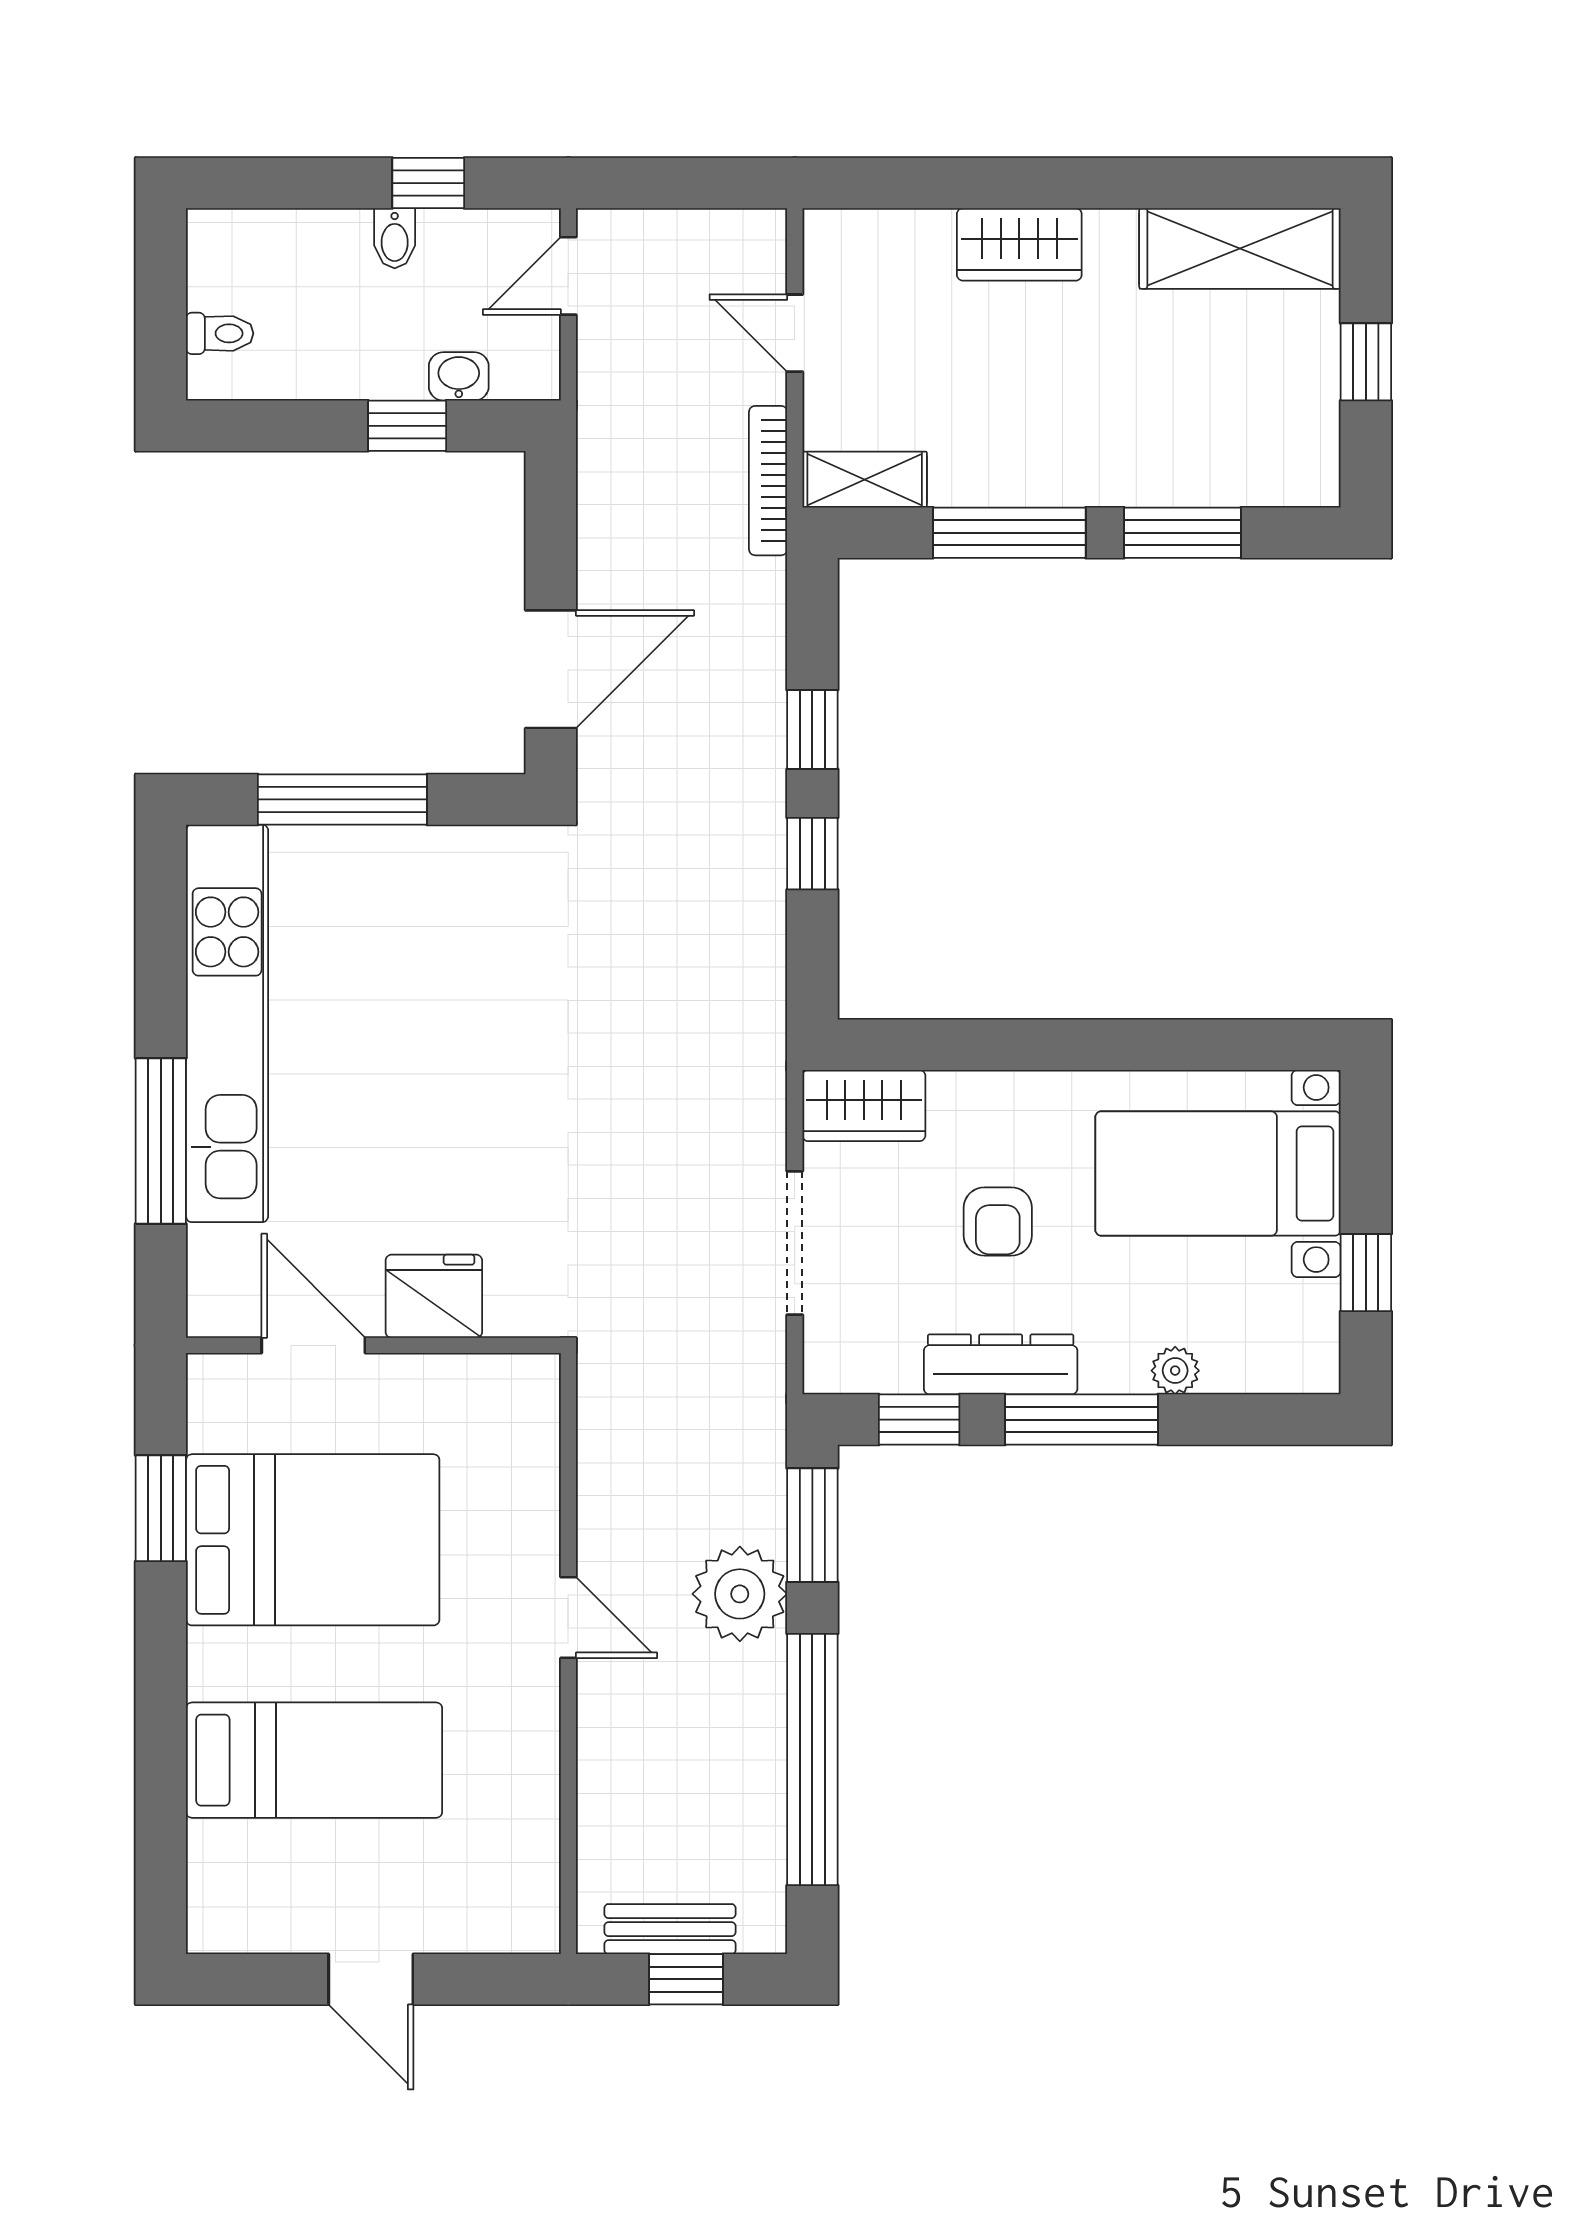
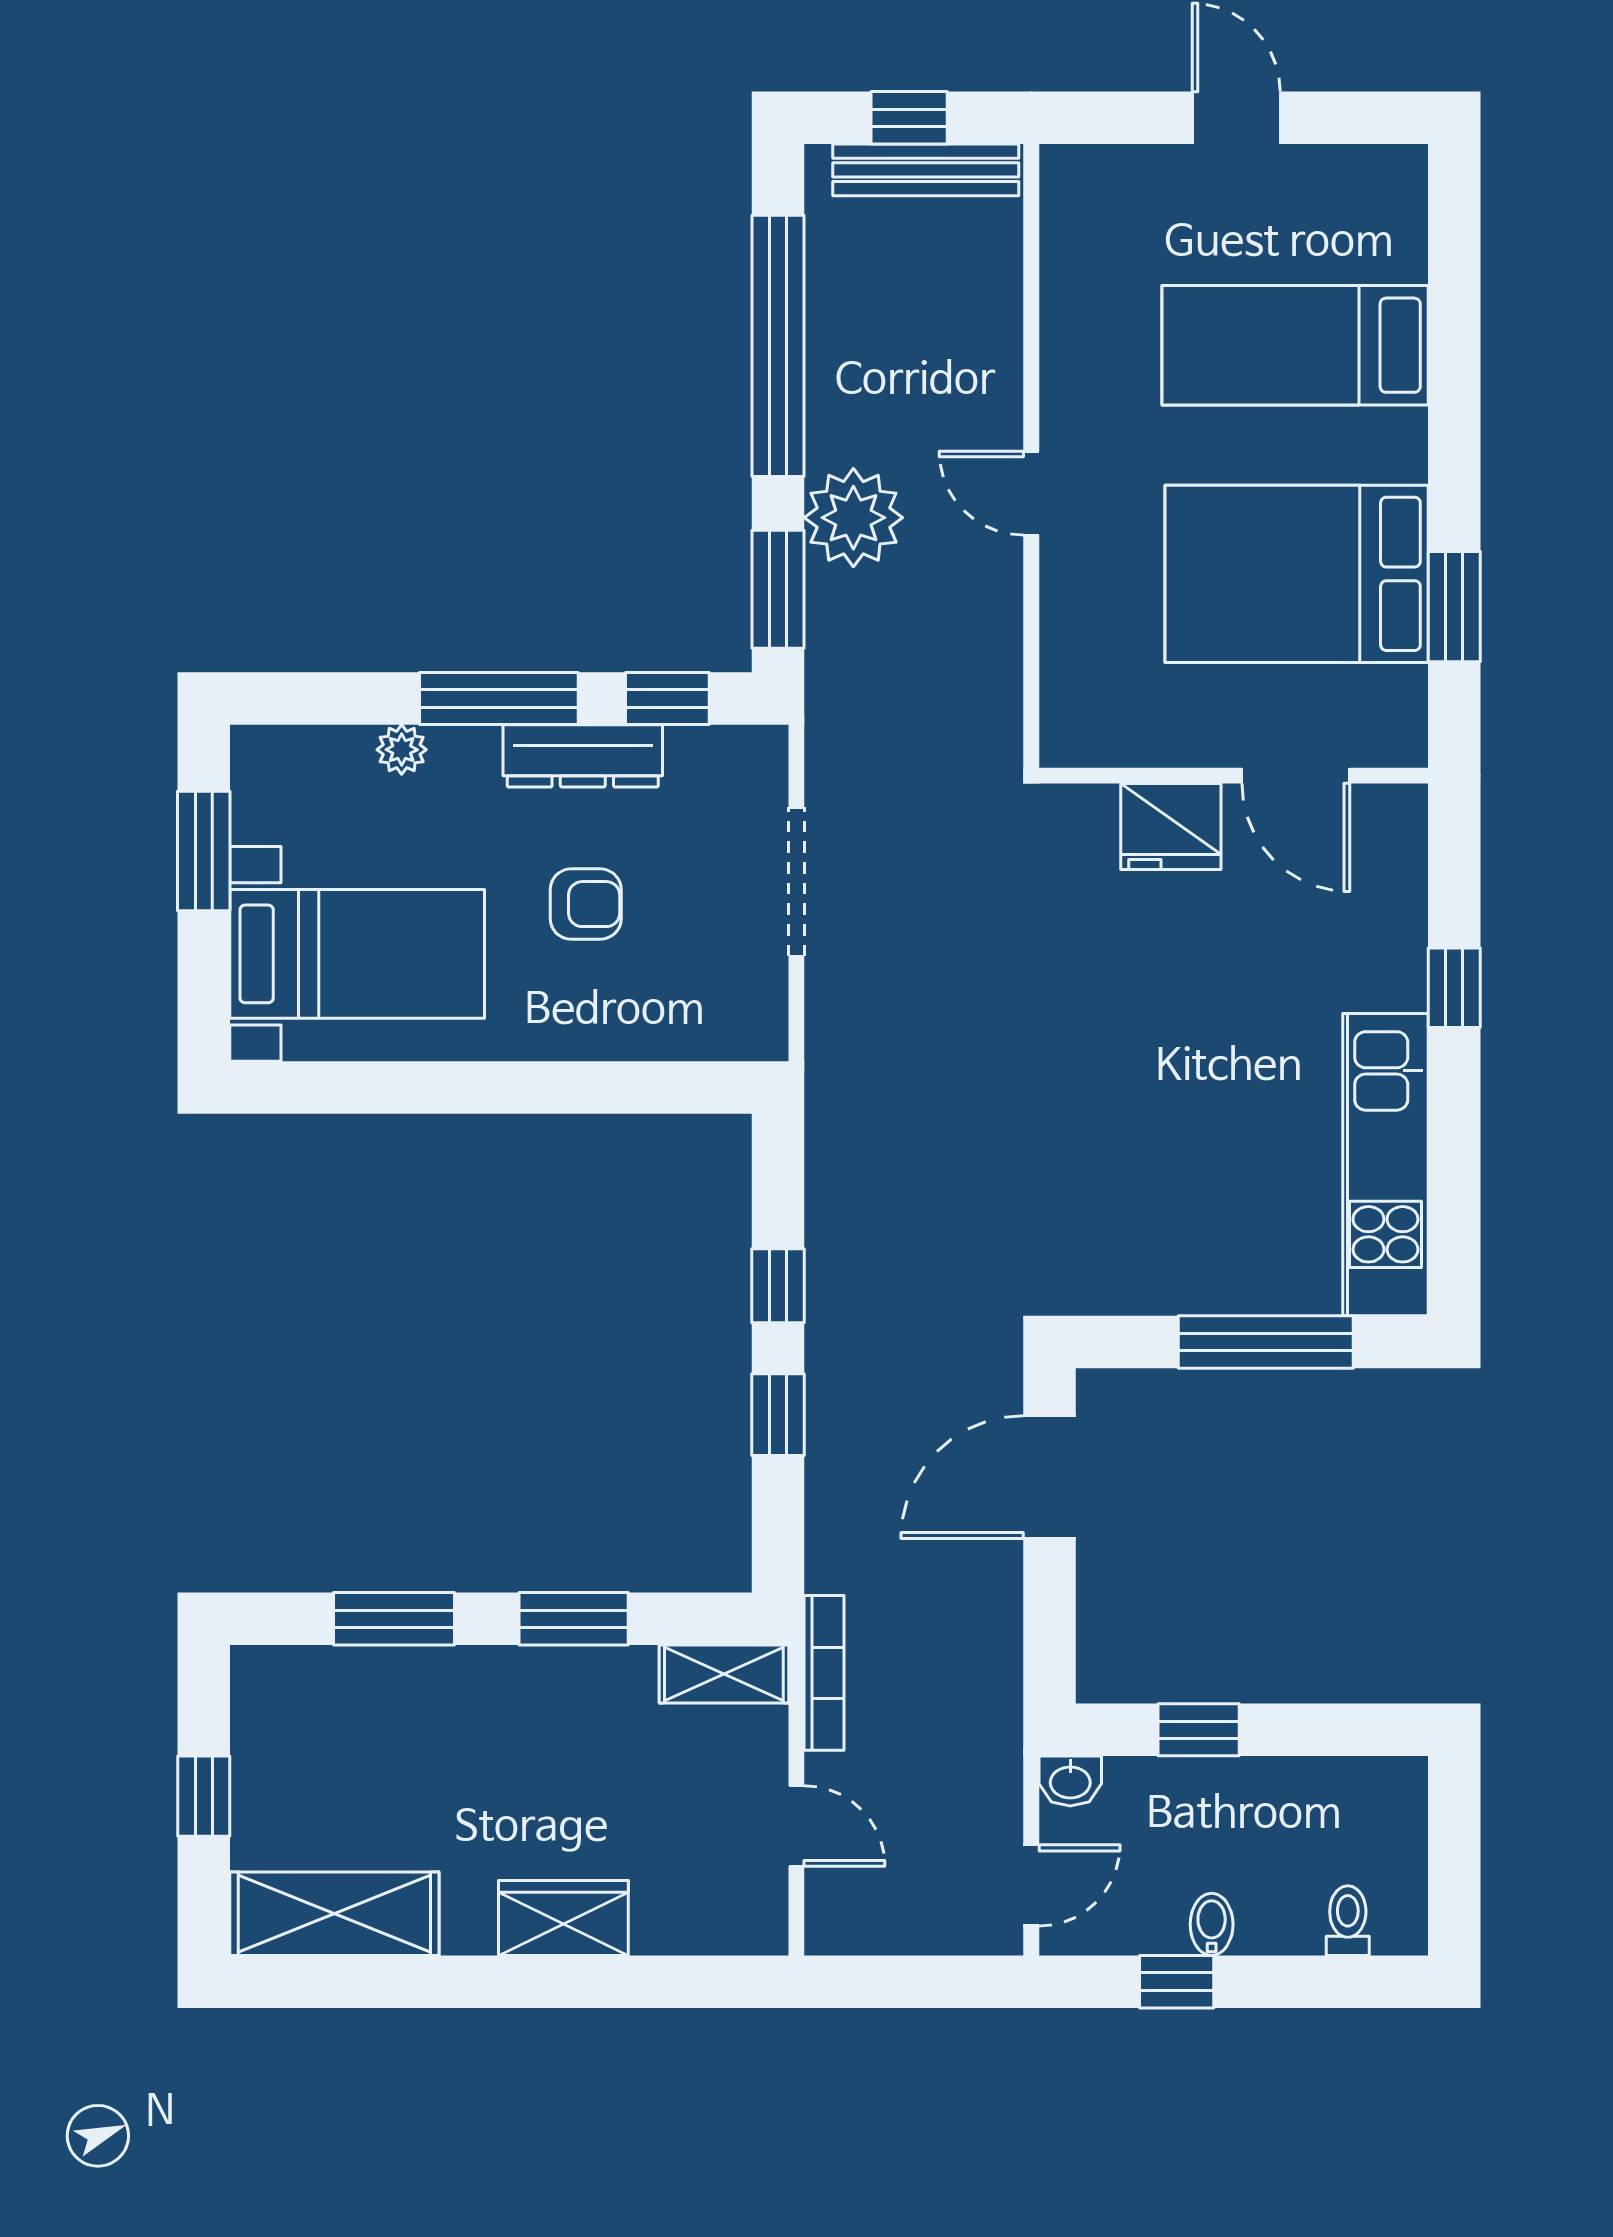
toilet: (220, 333) -> (1348, 1921), moved, turned 90
washbasin: (459, 376) -> (1070, 1781), moved
window: (1009, 533) -> (574, 1619), width x0.69
kitchen unit: (227, 1023) -> (1385, 1165), width x0.73
wardrobe: (864, 1106) -> (725, 1024), removed
window: (161, 1141) -> (1454, 988), width x0.46
armchair: (998, 1222) -> (586, 904), turned 90
window: (1366, 1273) -> (204, 851), width x1.50
bench: (670, 1929) -> (926, 170), width x1.36

